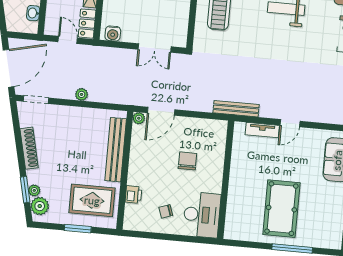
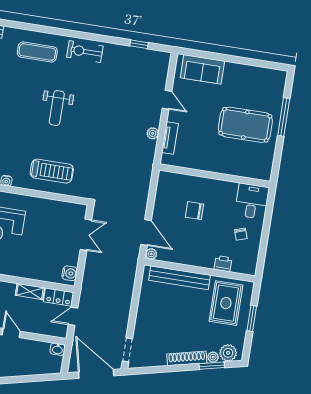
washbasin: (33, 13) -> (58, 349), moved
plant: (82, 94) -> (153, 133), moved
bench: (236, 109) -> (148, 161), removed
door: (290, 123) -> (167, 100), moved
shoe rack: (29, 148) -> (187, 358), moved
desk: (202, 215) -> (252, 201), width x0.73

